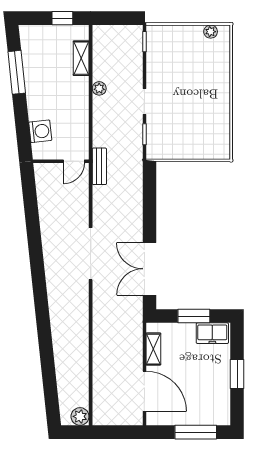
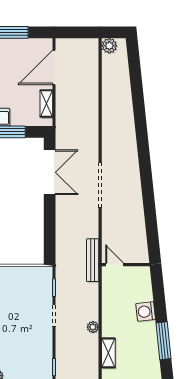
washing machine: (40, 131) -> (146, 311), moved
door: (74, 161) -> (115, 265), hinge flipped
bench: (99, 166) -> (93, 260), width x1.36
door: (144, 391) -> (54, 67), hinge flipped

